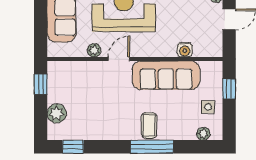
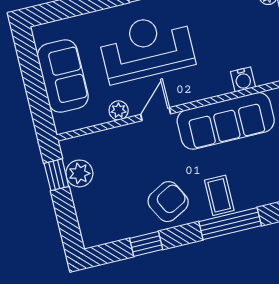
plant: (57, 113) -> (79, 173), moved
armchair: (113, 121) -> (168, 202), added
window: (73, 147) -> (146, 244), moved

